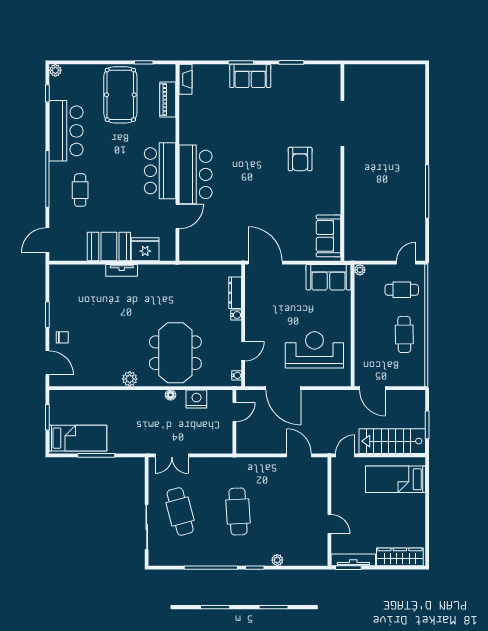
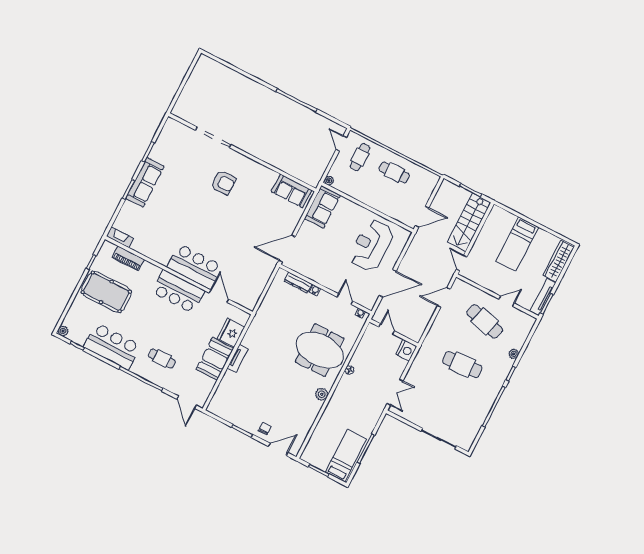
sofa: (250, 76) -> (145, 182), width x1.36
nightstand: (196, 399) -> (406, 350), moved, turned 180
bed: (395, 479) -> (517, 244), moved
cafe table: (180, 512) -> (485, 321), moved, turned 30

